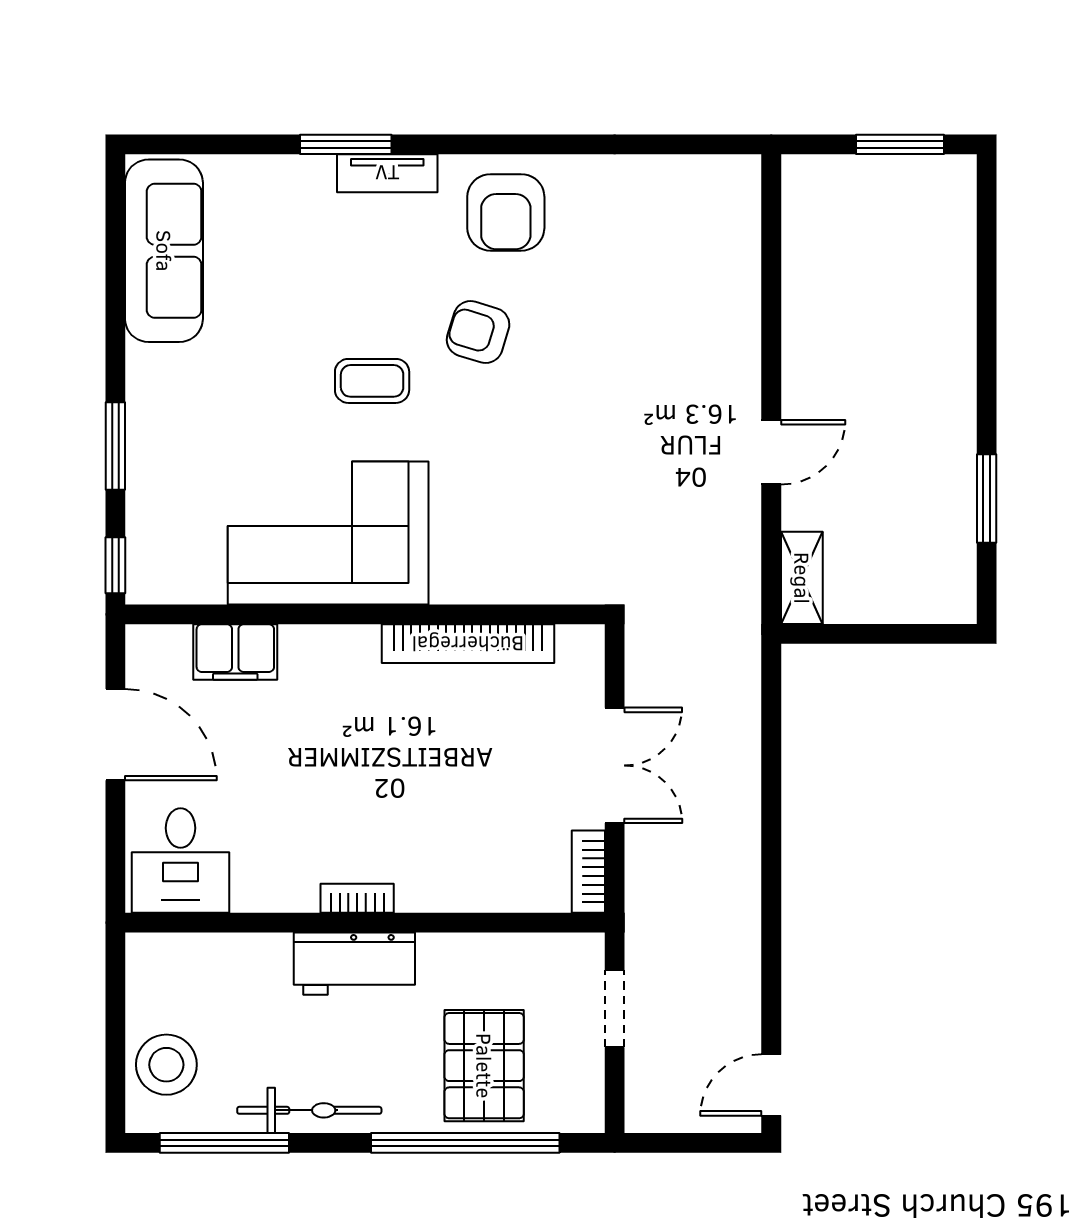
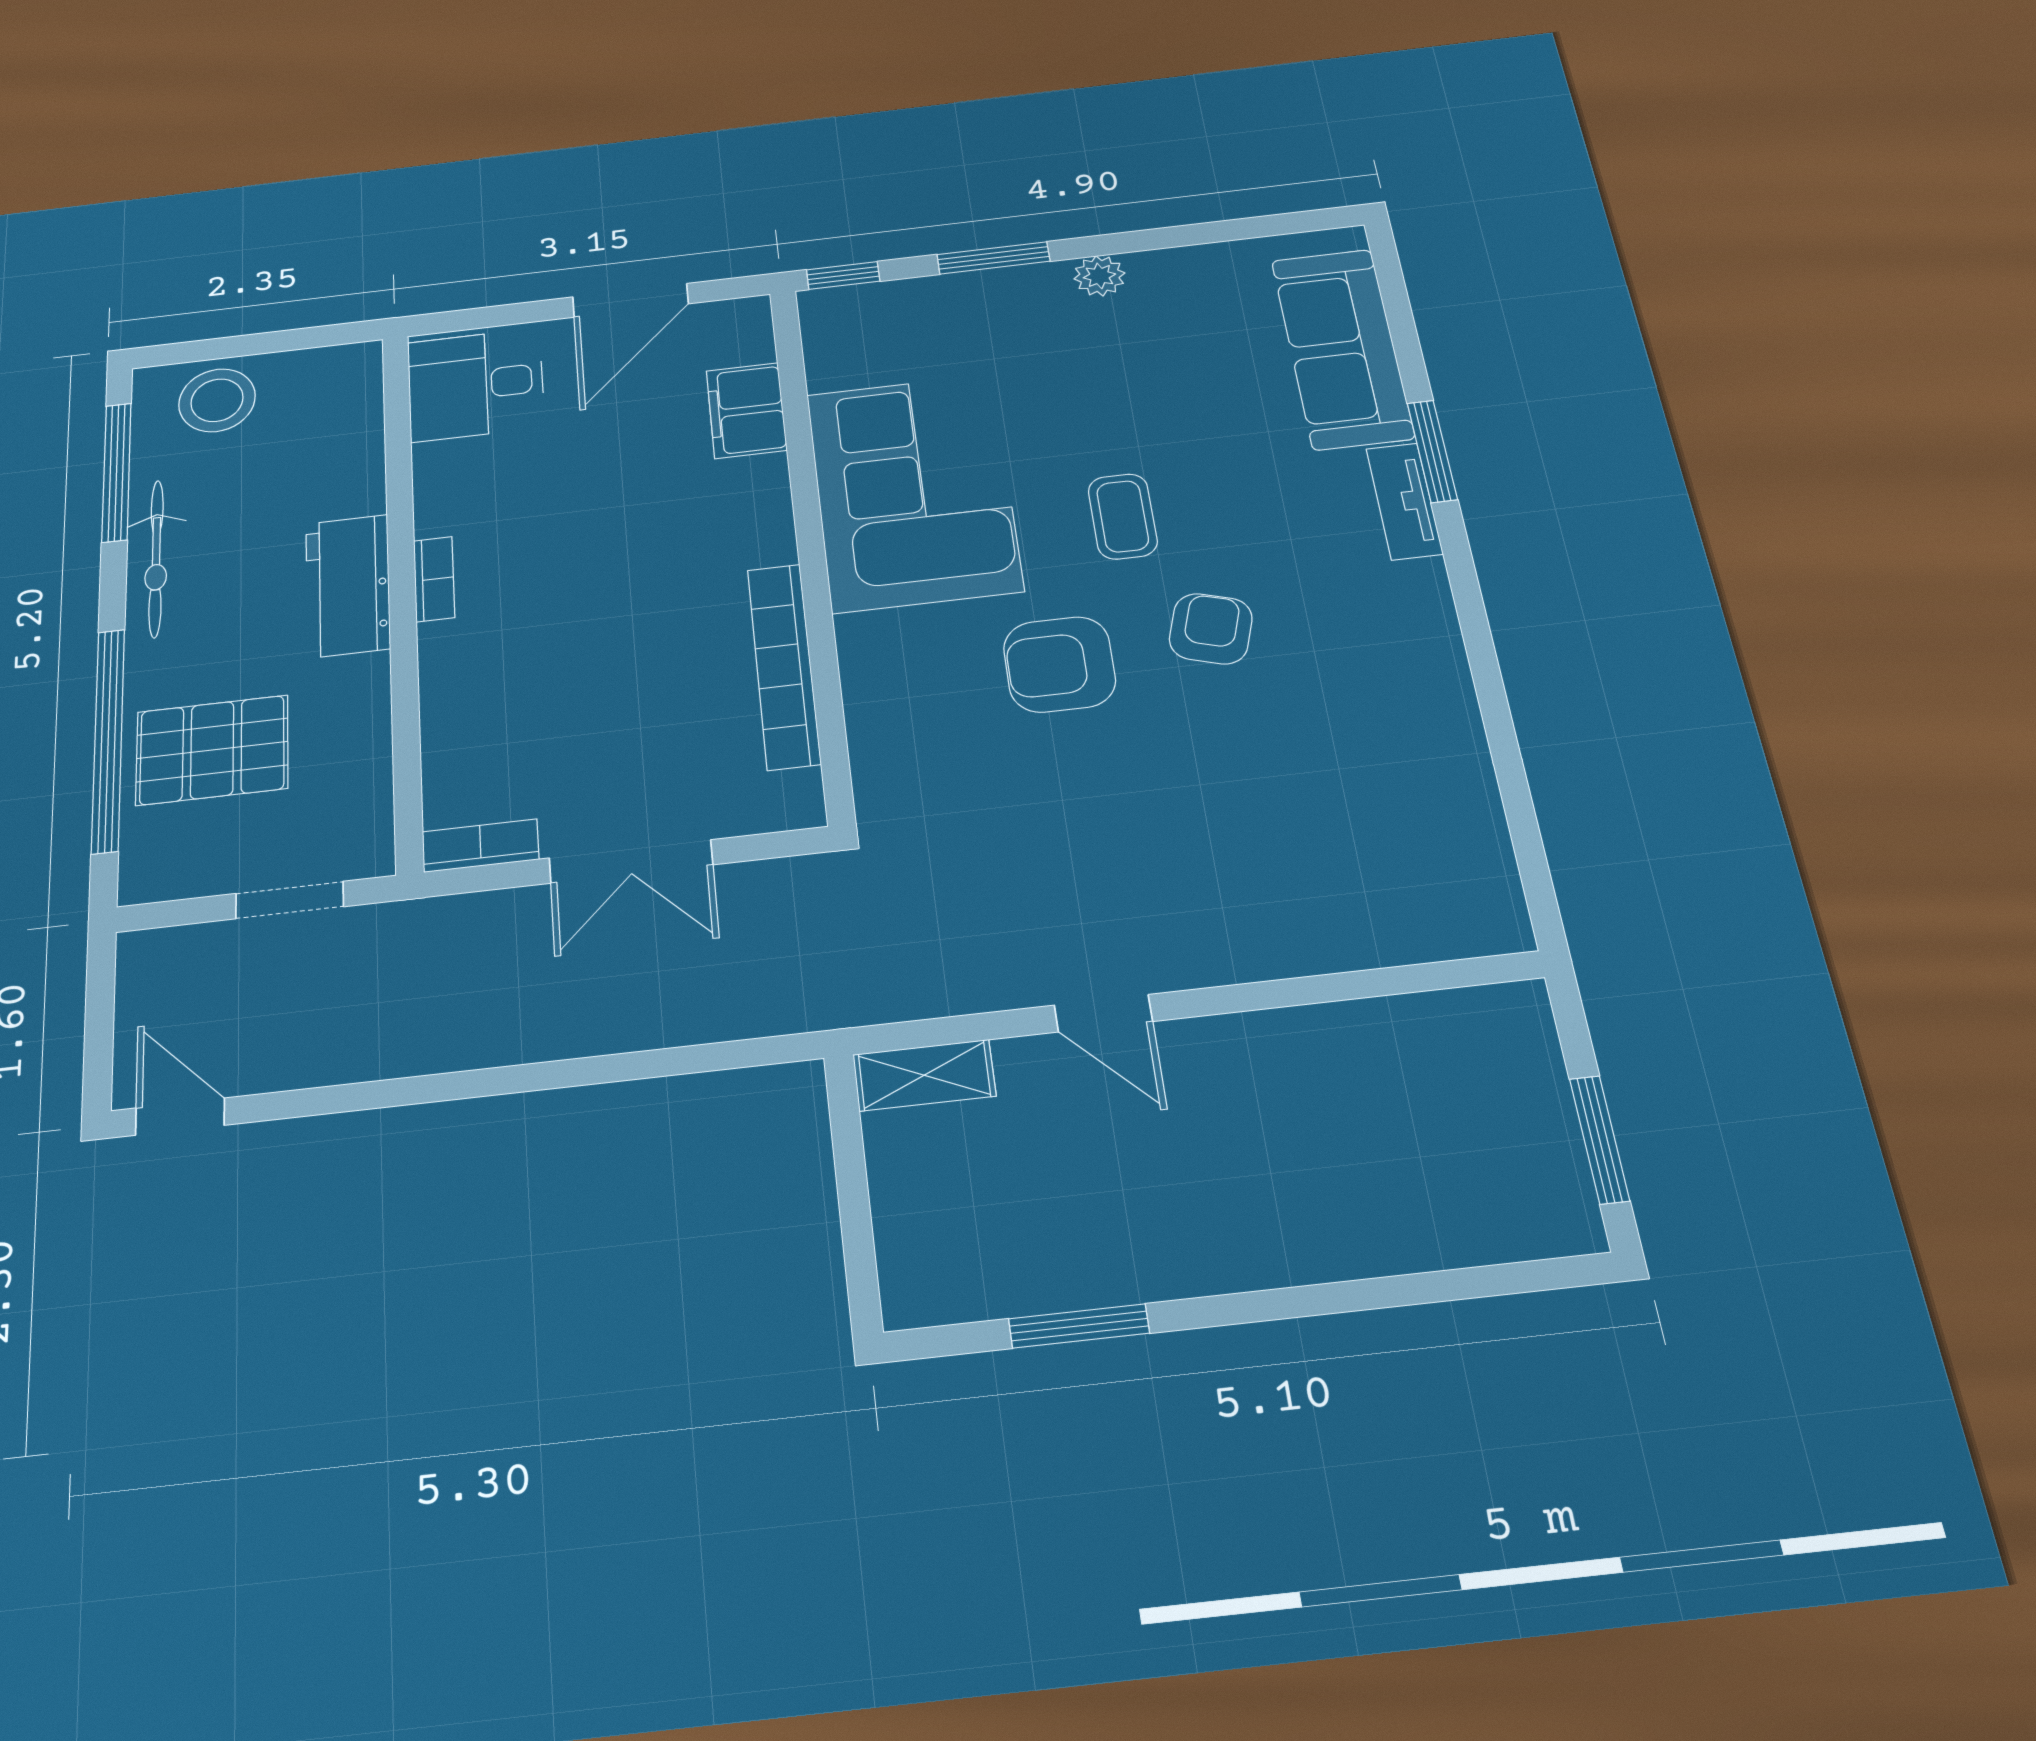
armchair: (506, 212) -> (1059, 664), moved
sofa: (164, 251) -> (1342, 348), moved, turned 90
plant: (145, 366) -> (1099, 276), added

